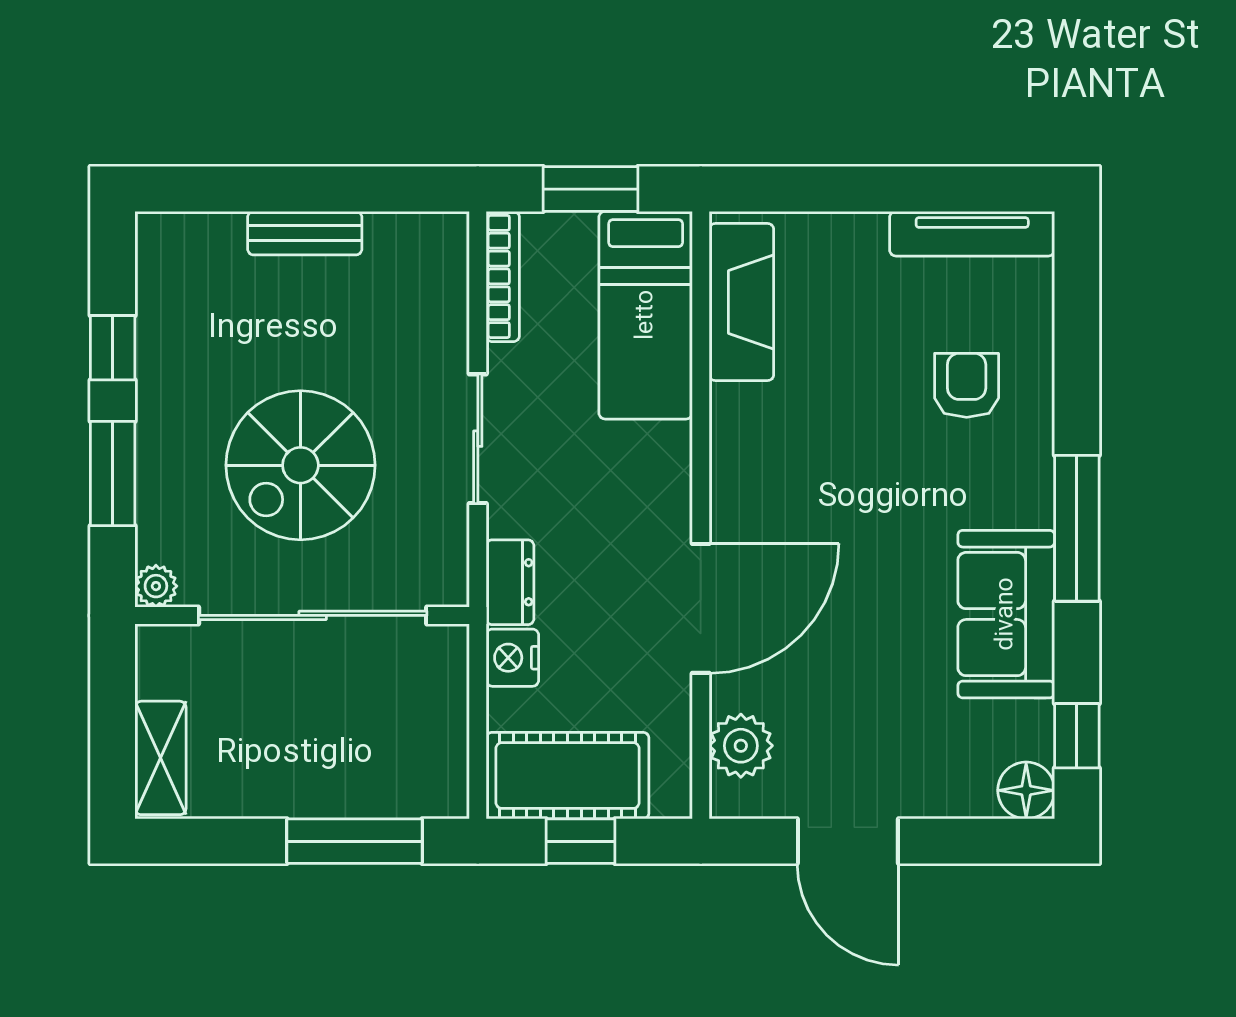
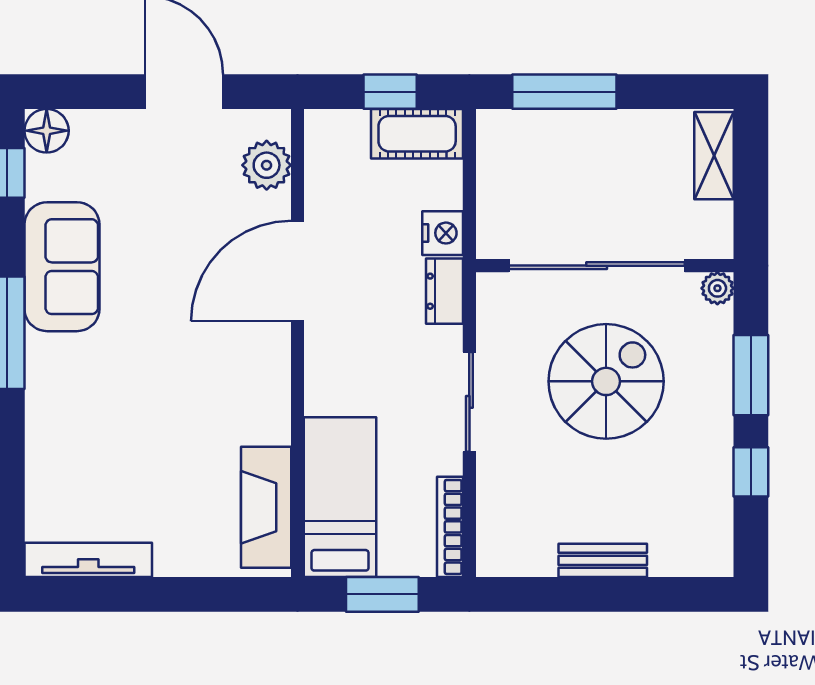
armchair: (967, 385) -> (93, 443), removed
cot: (568, 776) -> (417, 134), width x0.73, depth x0.75

